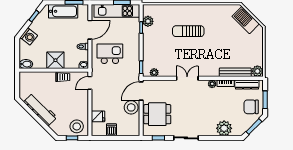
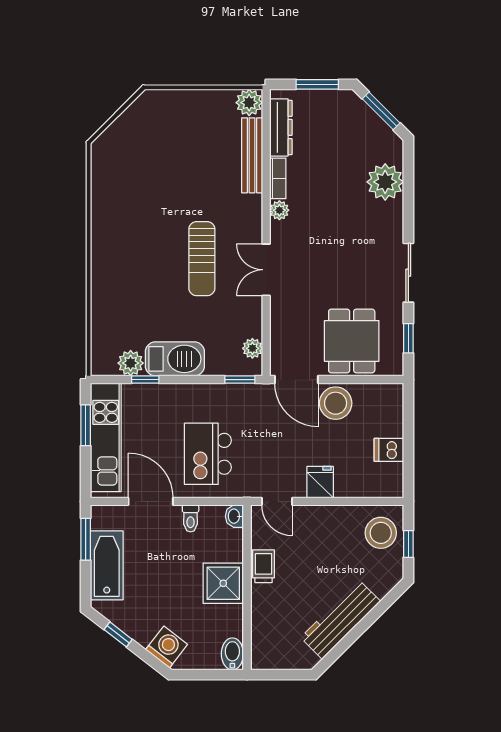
barbecue: (246, 20) -> (175, 359), moved, turned -135
sun lounger: (188, 31) -> (202, 259), moved
chair: (251, 107) -> (334, 117), removed
fridge: (98, 116) -> (320, 482), moved

